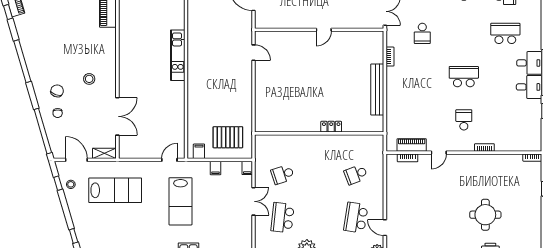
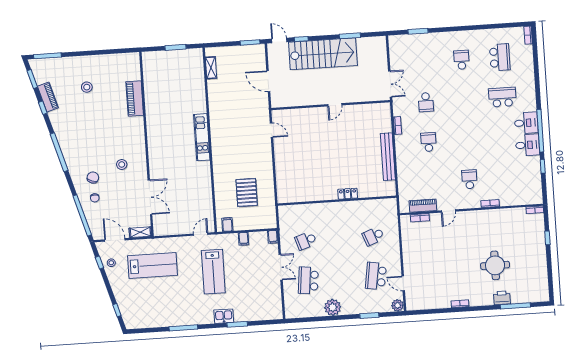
school desk: (464, 77) -> (429, 142), moved, width x0.54
pallet: (228, 137) -> (247, 193), moved, turned 90

